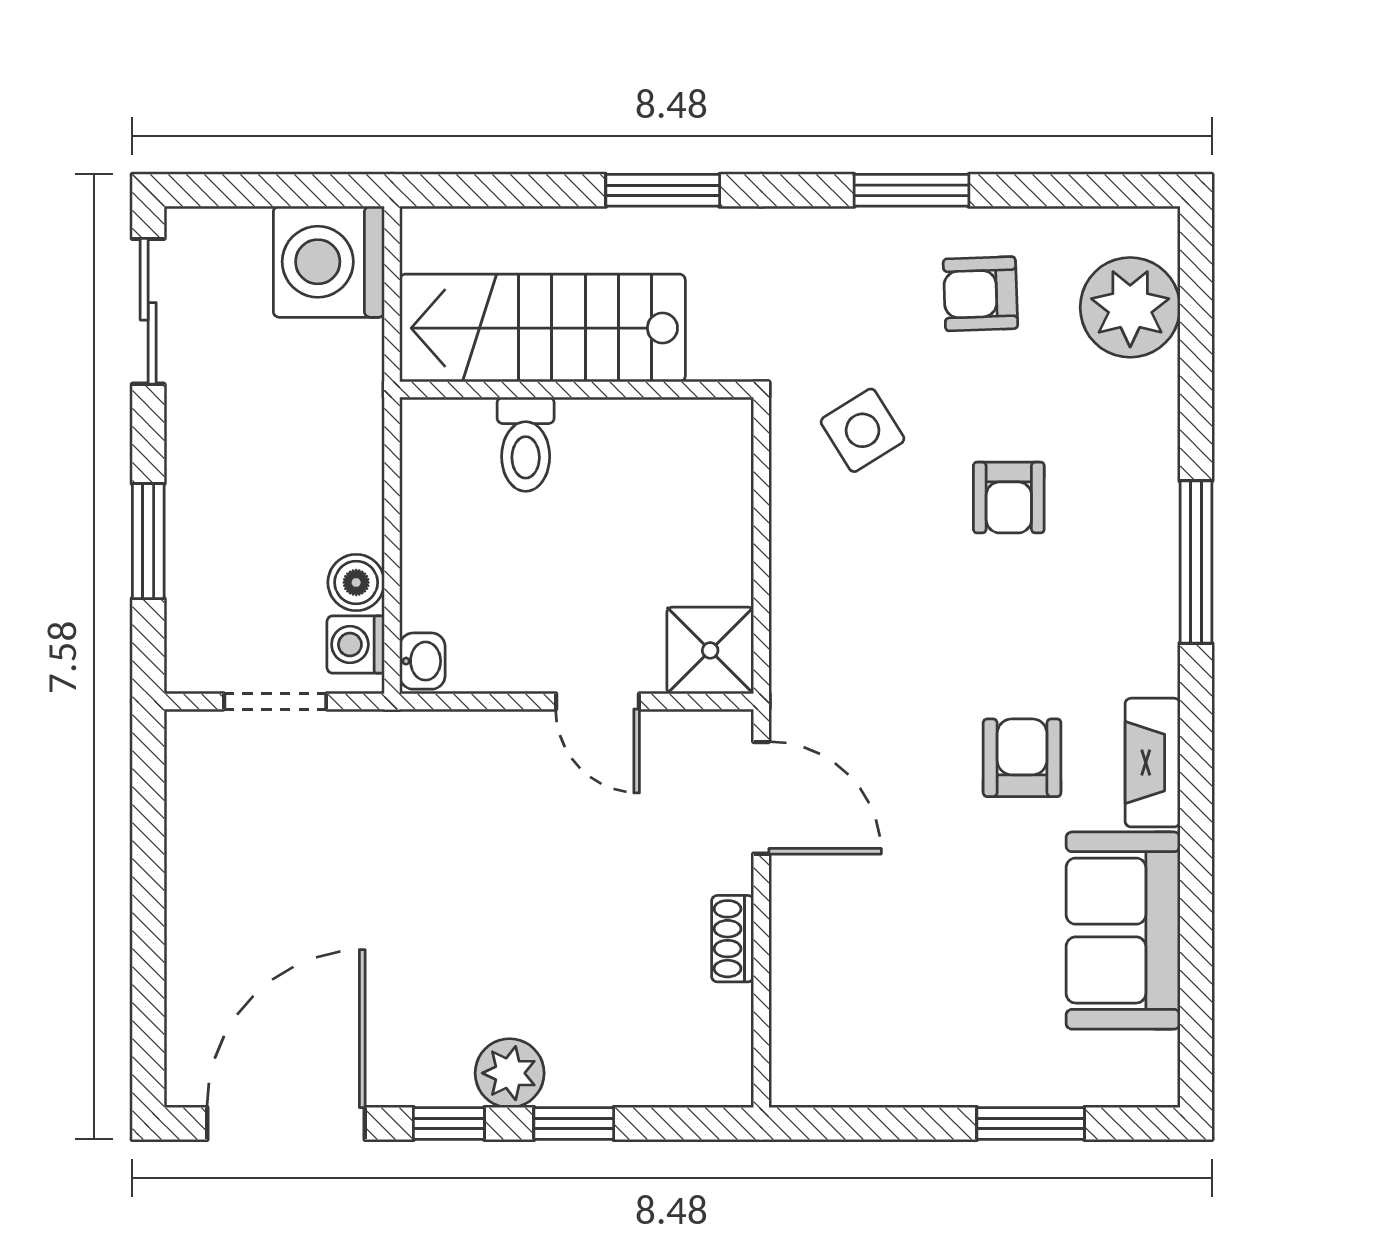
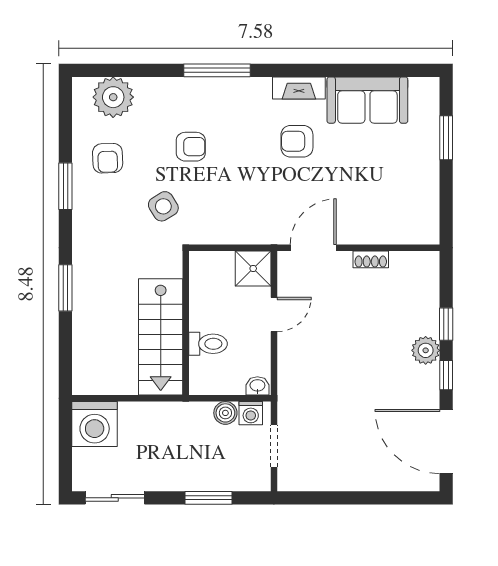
stairs: (542, 328) -> (161, 337), moved
wall: (577, 390) -> (186, 323), moved
toilet: (526, 444) -> (208, 344), moved

